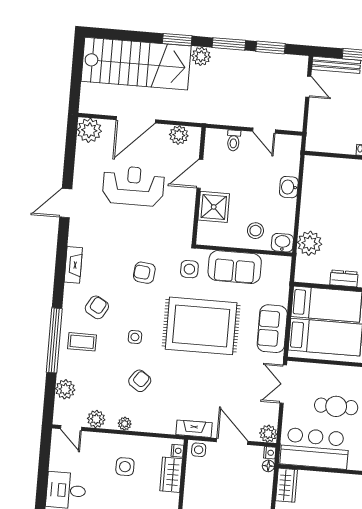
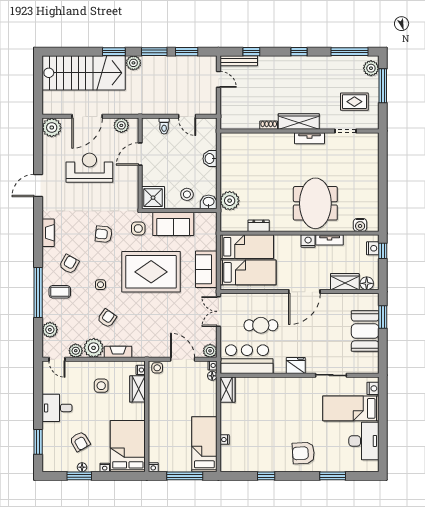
shower: (214, 207) -> (153, 198), moved
plant: (125, 424) -> (94, 348), width x1.87, depth x1.87
fireplace: (194, 429) -> (118, 352), moved

